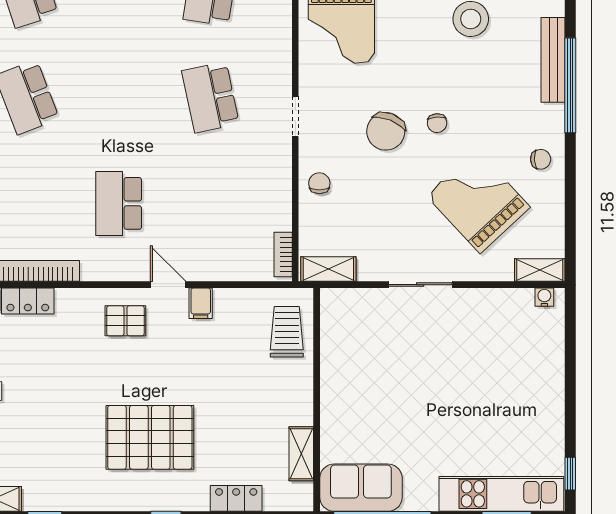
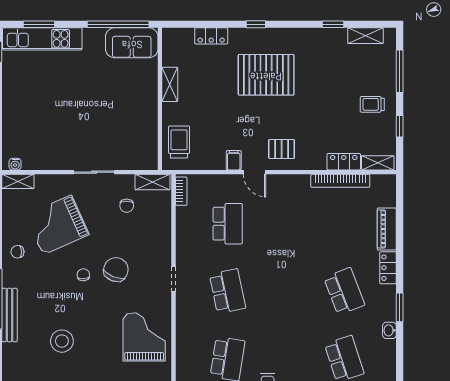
chair: (319, 183) -> (127, 206), moved
grand piano: (478, 201) -> (57, 225), turned 109
school desk: (119, 203) -> (228, 224), moved
trolley: (287, 332) -> (179, 142), turned 180
shelving: (301, 454) -> (170, 84), moved

